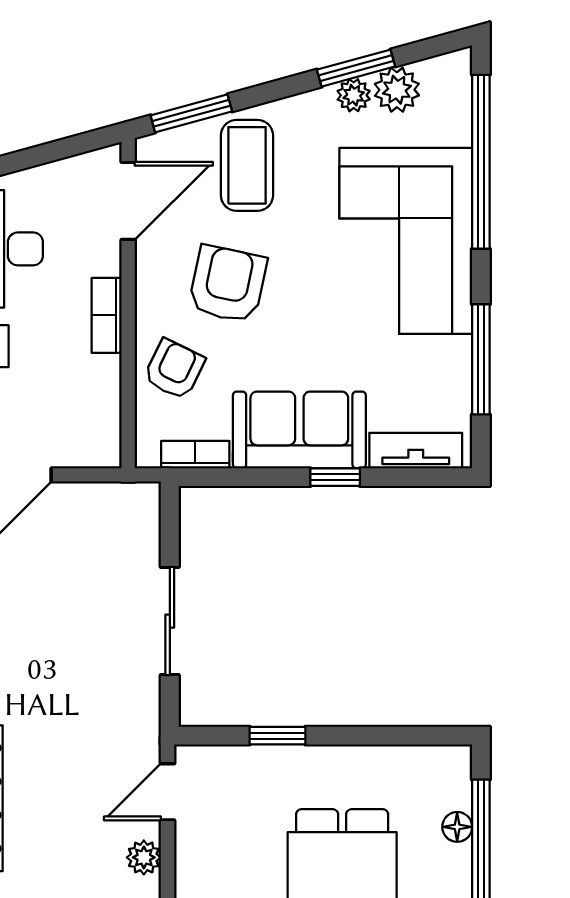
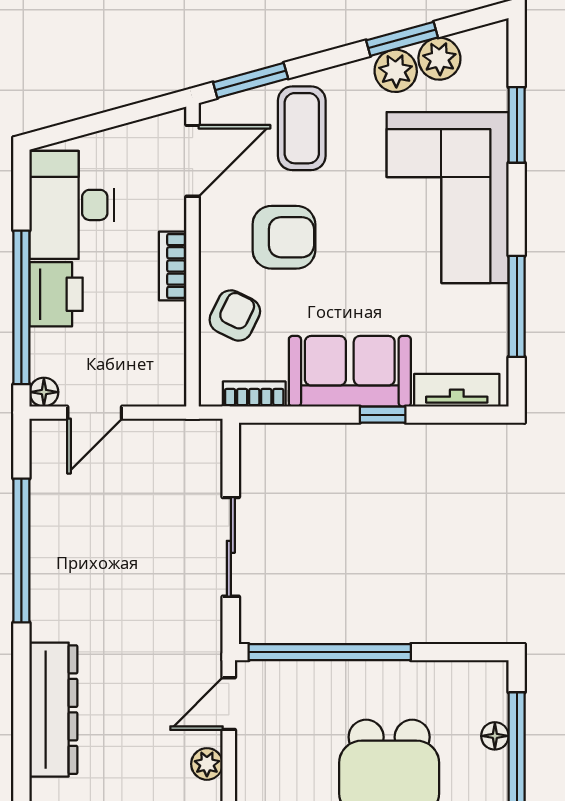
plant: (354, 95) -> (396, 71), width x1.38, depth x1.38
window: (481, 162) -> (517, 125), width x0.47
armchair: (228, 284) -> (284, 237), turned 78
window: (277, 736) -> (330, 652), width x3.17

